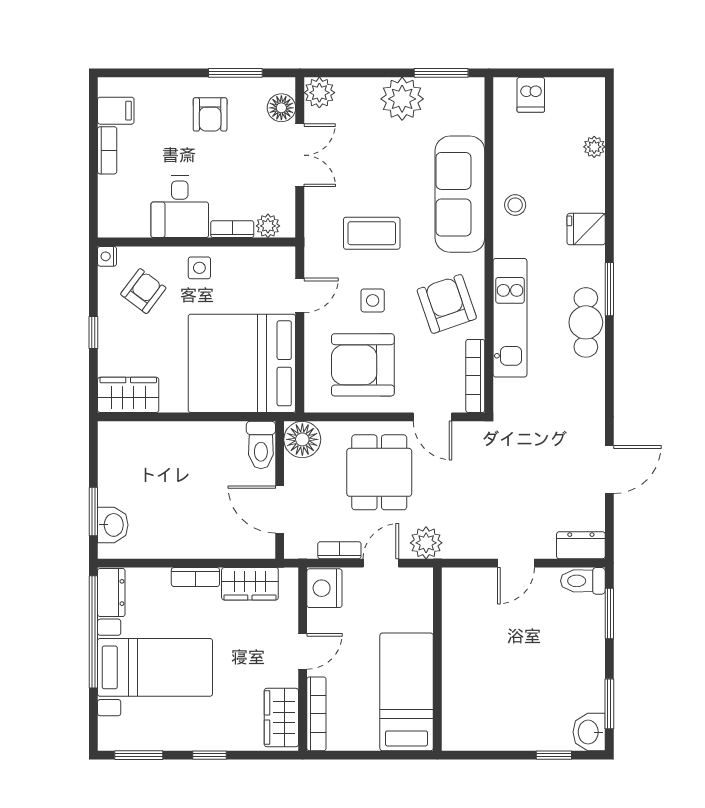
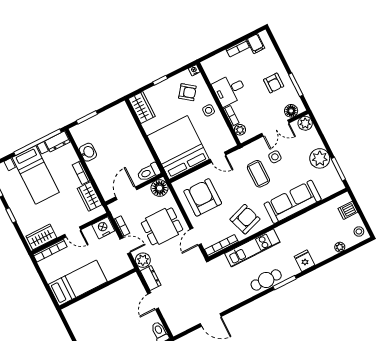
armchair: (210, 114) -> (274, 83), turned -90
stool: (515, 205) -> (359, 232), moved
side table: (373, 300) -> (275, 157), moved
washbasin: (113, 525) -> (88, 152), moved, turned -90
dresser: (581, 545) -> (151, 278), moved
door: (516, 563) -> (153, 301), hinge flipped

